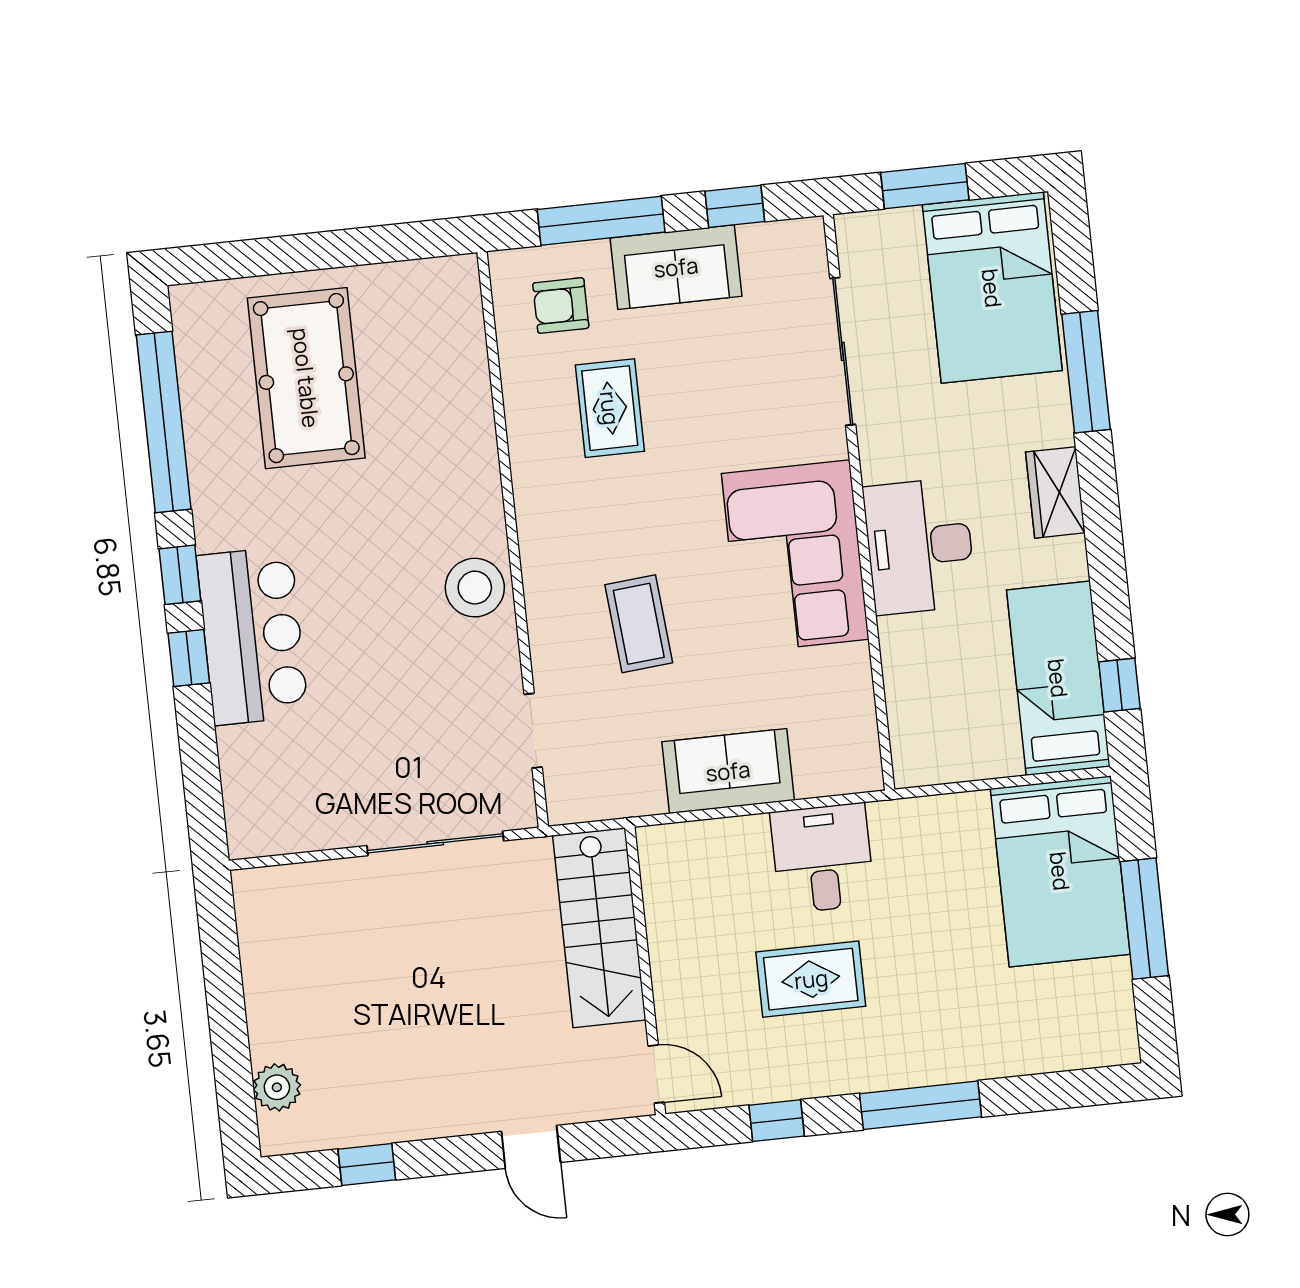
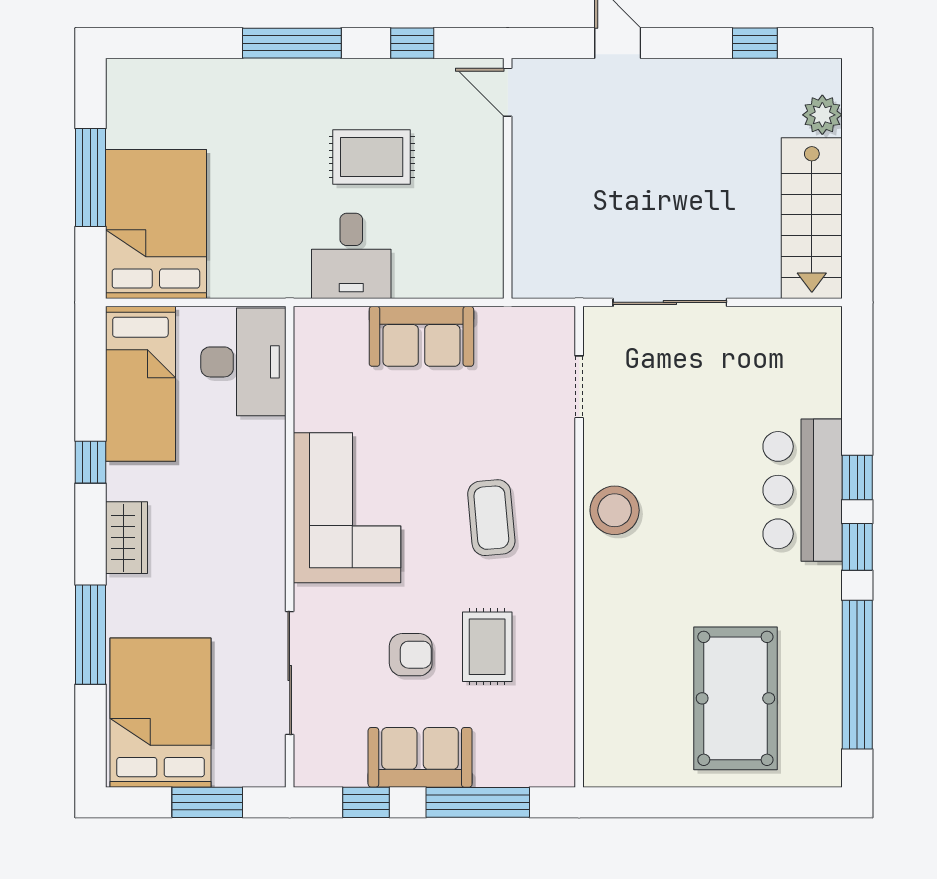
armchair: (561, 306) -> (411, 655), moved
desk: (919, 546) -> (243, 362), moved
coffee table: (639, 624) -> (491, 518), moved
window: (1119, 685) -> (90, 462), moved
stairs: (599, 928) -> (812, 218), moved, turned 180

